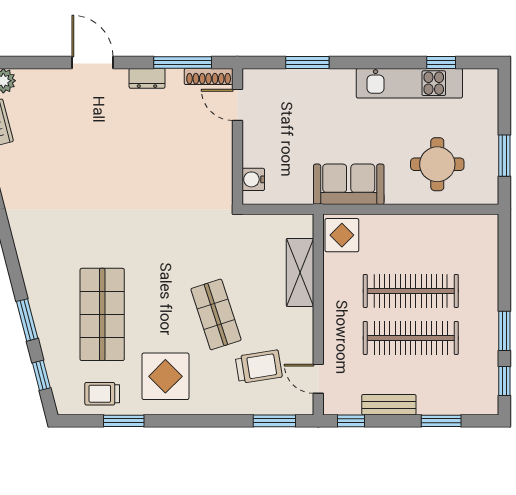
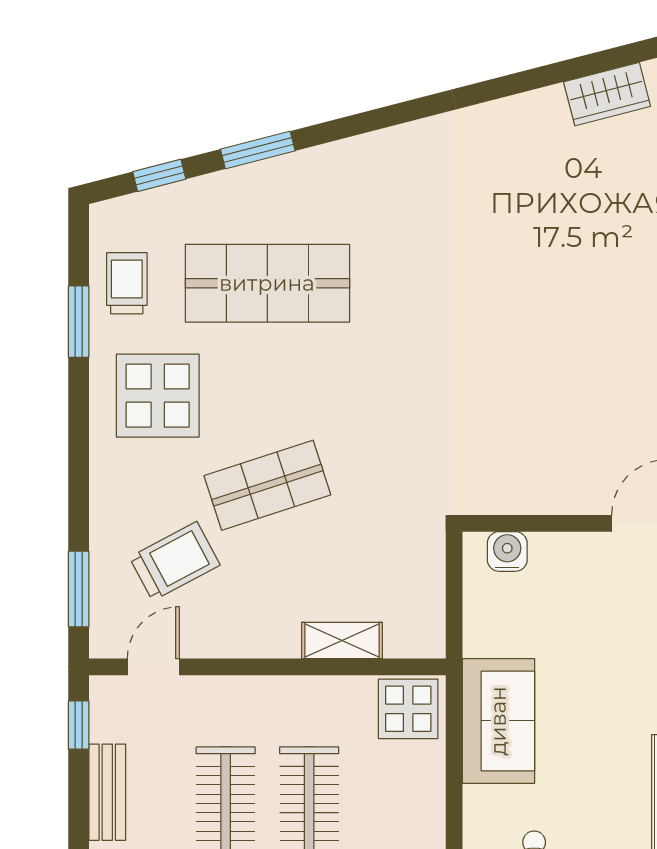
shelving: (300, 272) -> (342, 641), width x0.67, depth x0.75
trolley: (259, 367) -> (175, 561), turned -109

